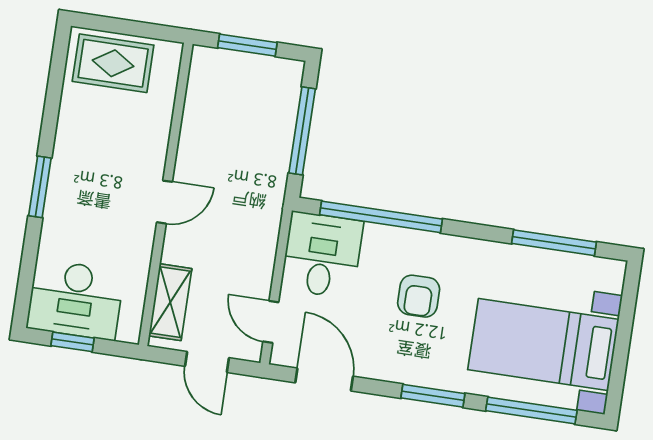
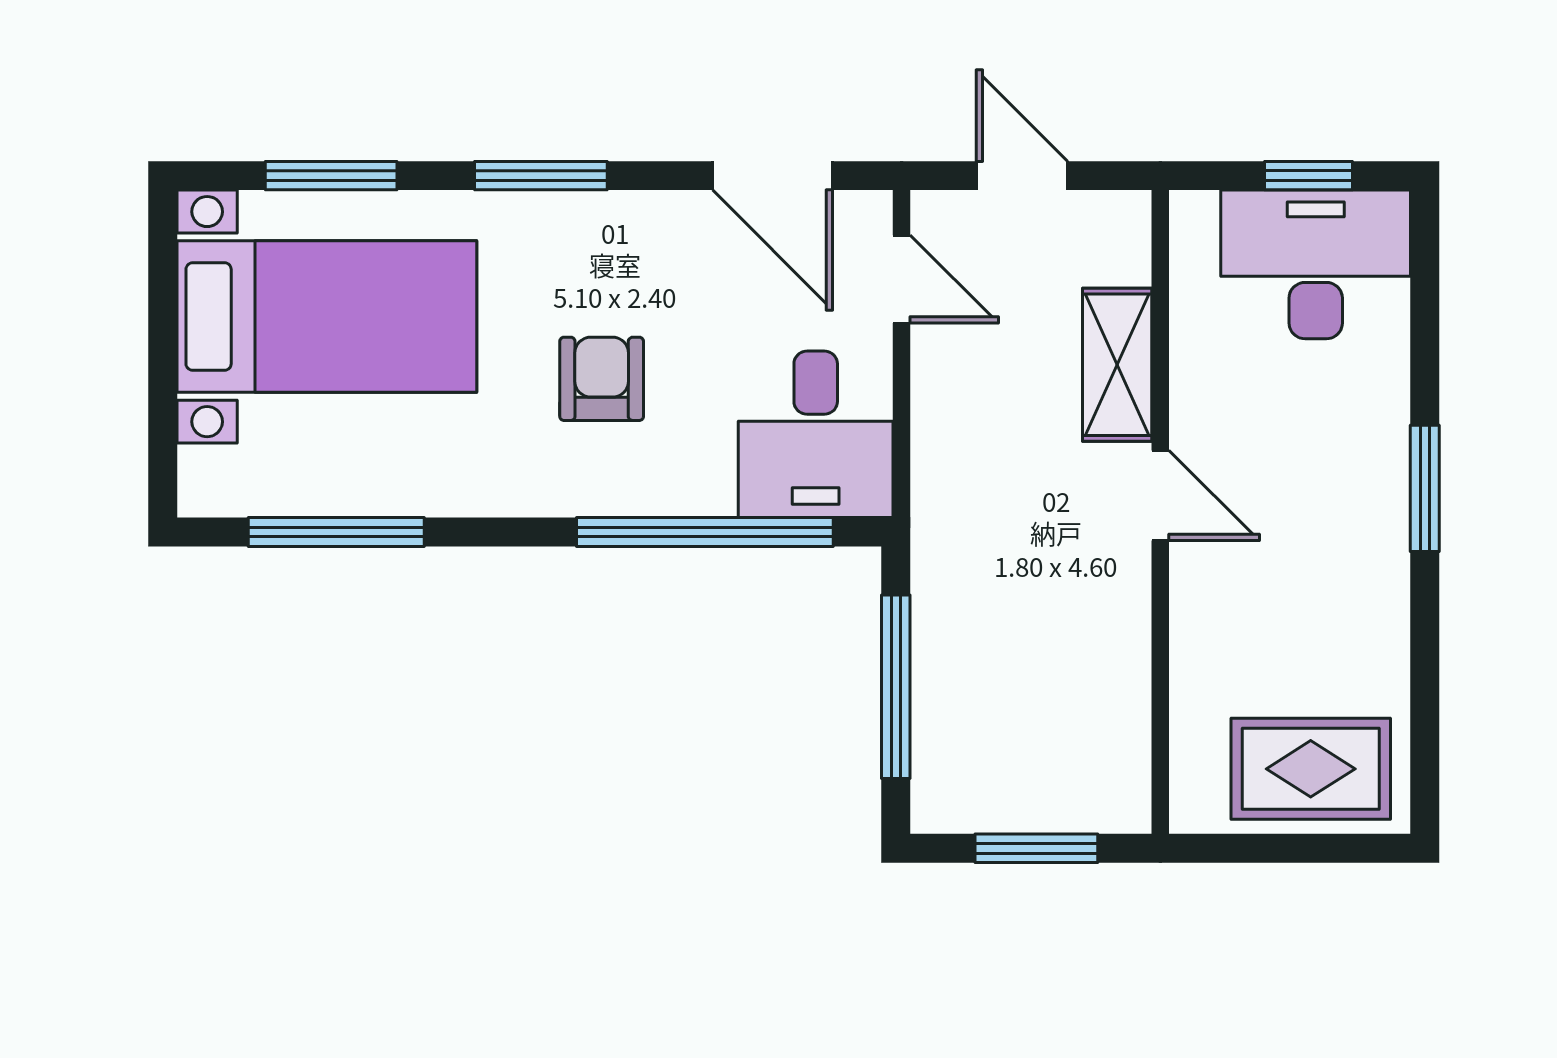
door: (164, 202) -> (1160, 495), swing flipped
shelving: (170, 302) -> (1117, 365), moved
window: (531, 410) -> (331, 176), width x0.69

